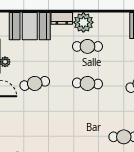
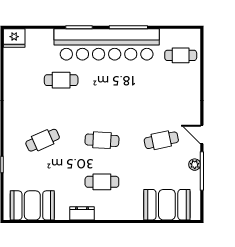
dresser: (62, 18) -> (82, 213), moved
plant: (83, 22) -> (106, 209), removed

